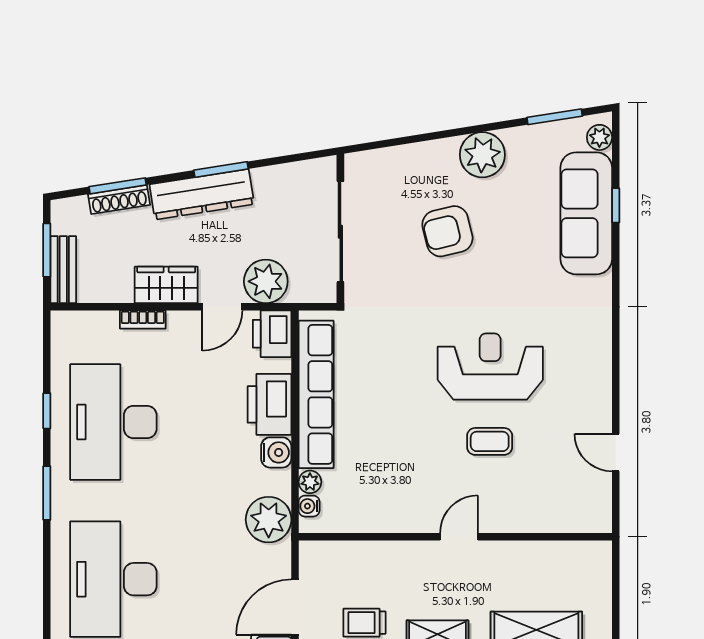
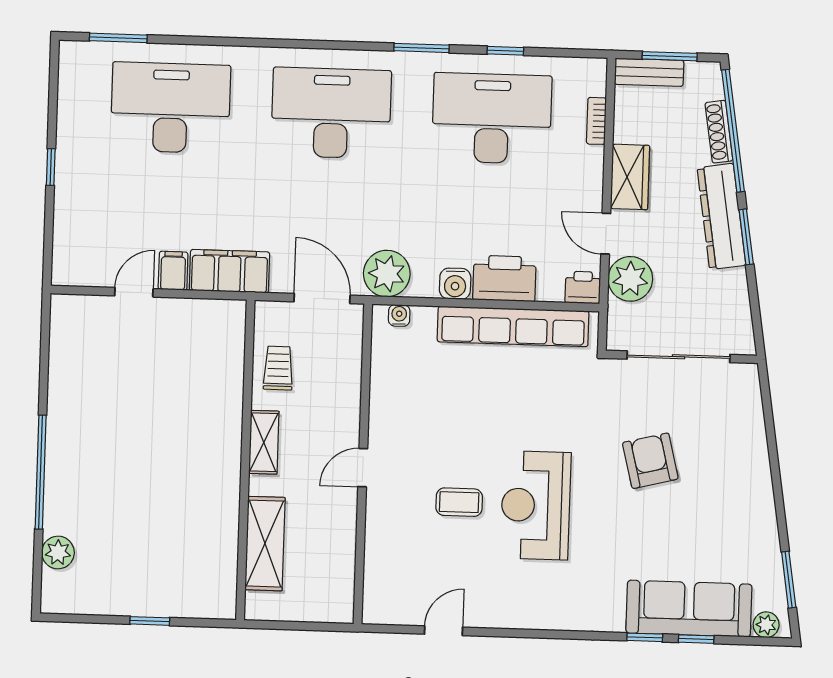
plant: (482, 155) -> (752, 504), removed
window: (118, 186) -> (733, 131), width x2.11
armchair: (447, 231) -> (650, 461), moved
window: (616, 256) -> (645, 637), added
bookcase: (143, 320) -> (596, 121), moved
printer: (272, 334) -> (583, 288), width x0.73, depth x0.81
reception desk: (490, 367) -> (536, 505), turned 180
coffee table: (490, 441) -> (459, 502), turned 90
plant: (310, 482) -> (424, 317), removed
door: (459, 537) -> (363, 468), swing flipped
door: (295, 607) -> (322, 298), moved

